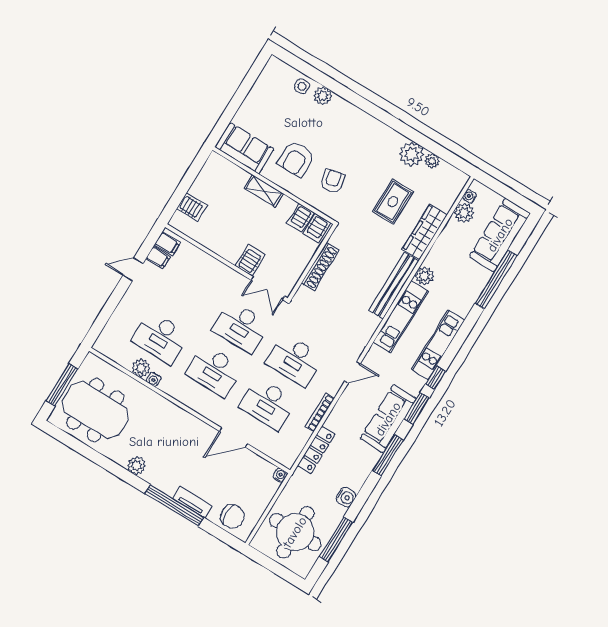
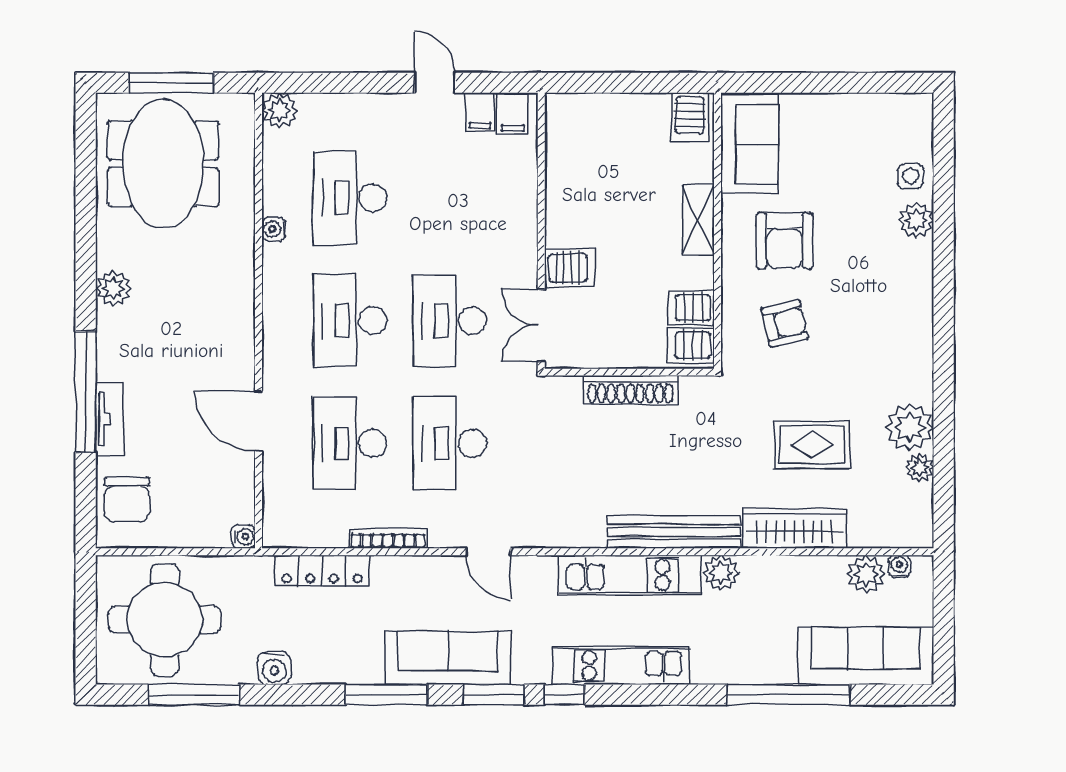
armchair: (296, 159) -> (785, 241), turned -90
server rack: (192, 207) -> (690, 117), moved
plant: (141, 368) -> (280, 111), moved

